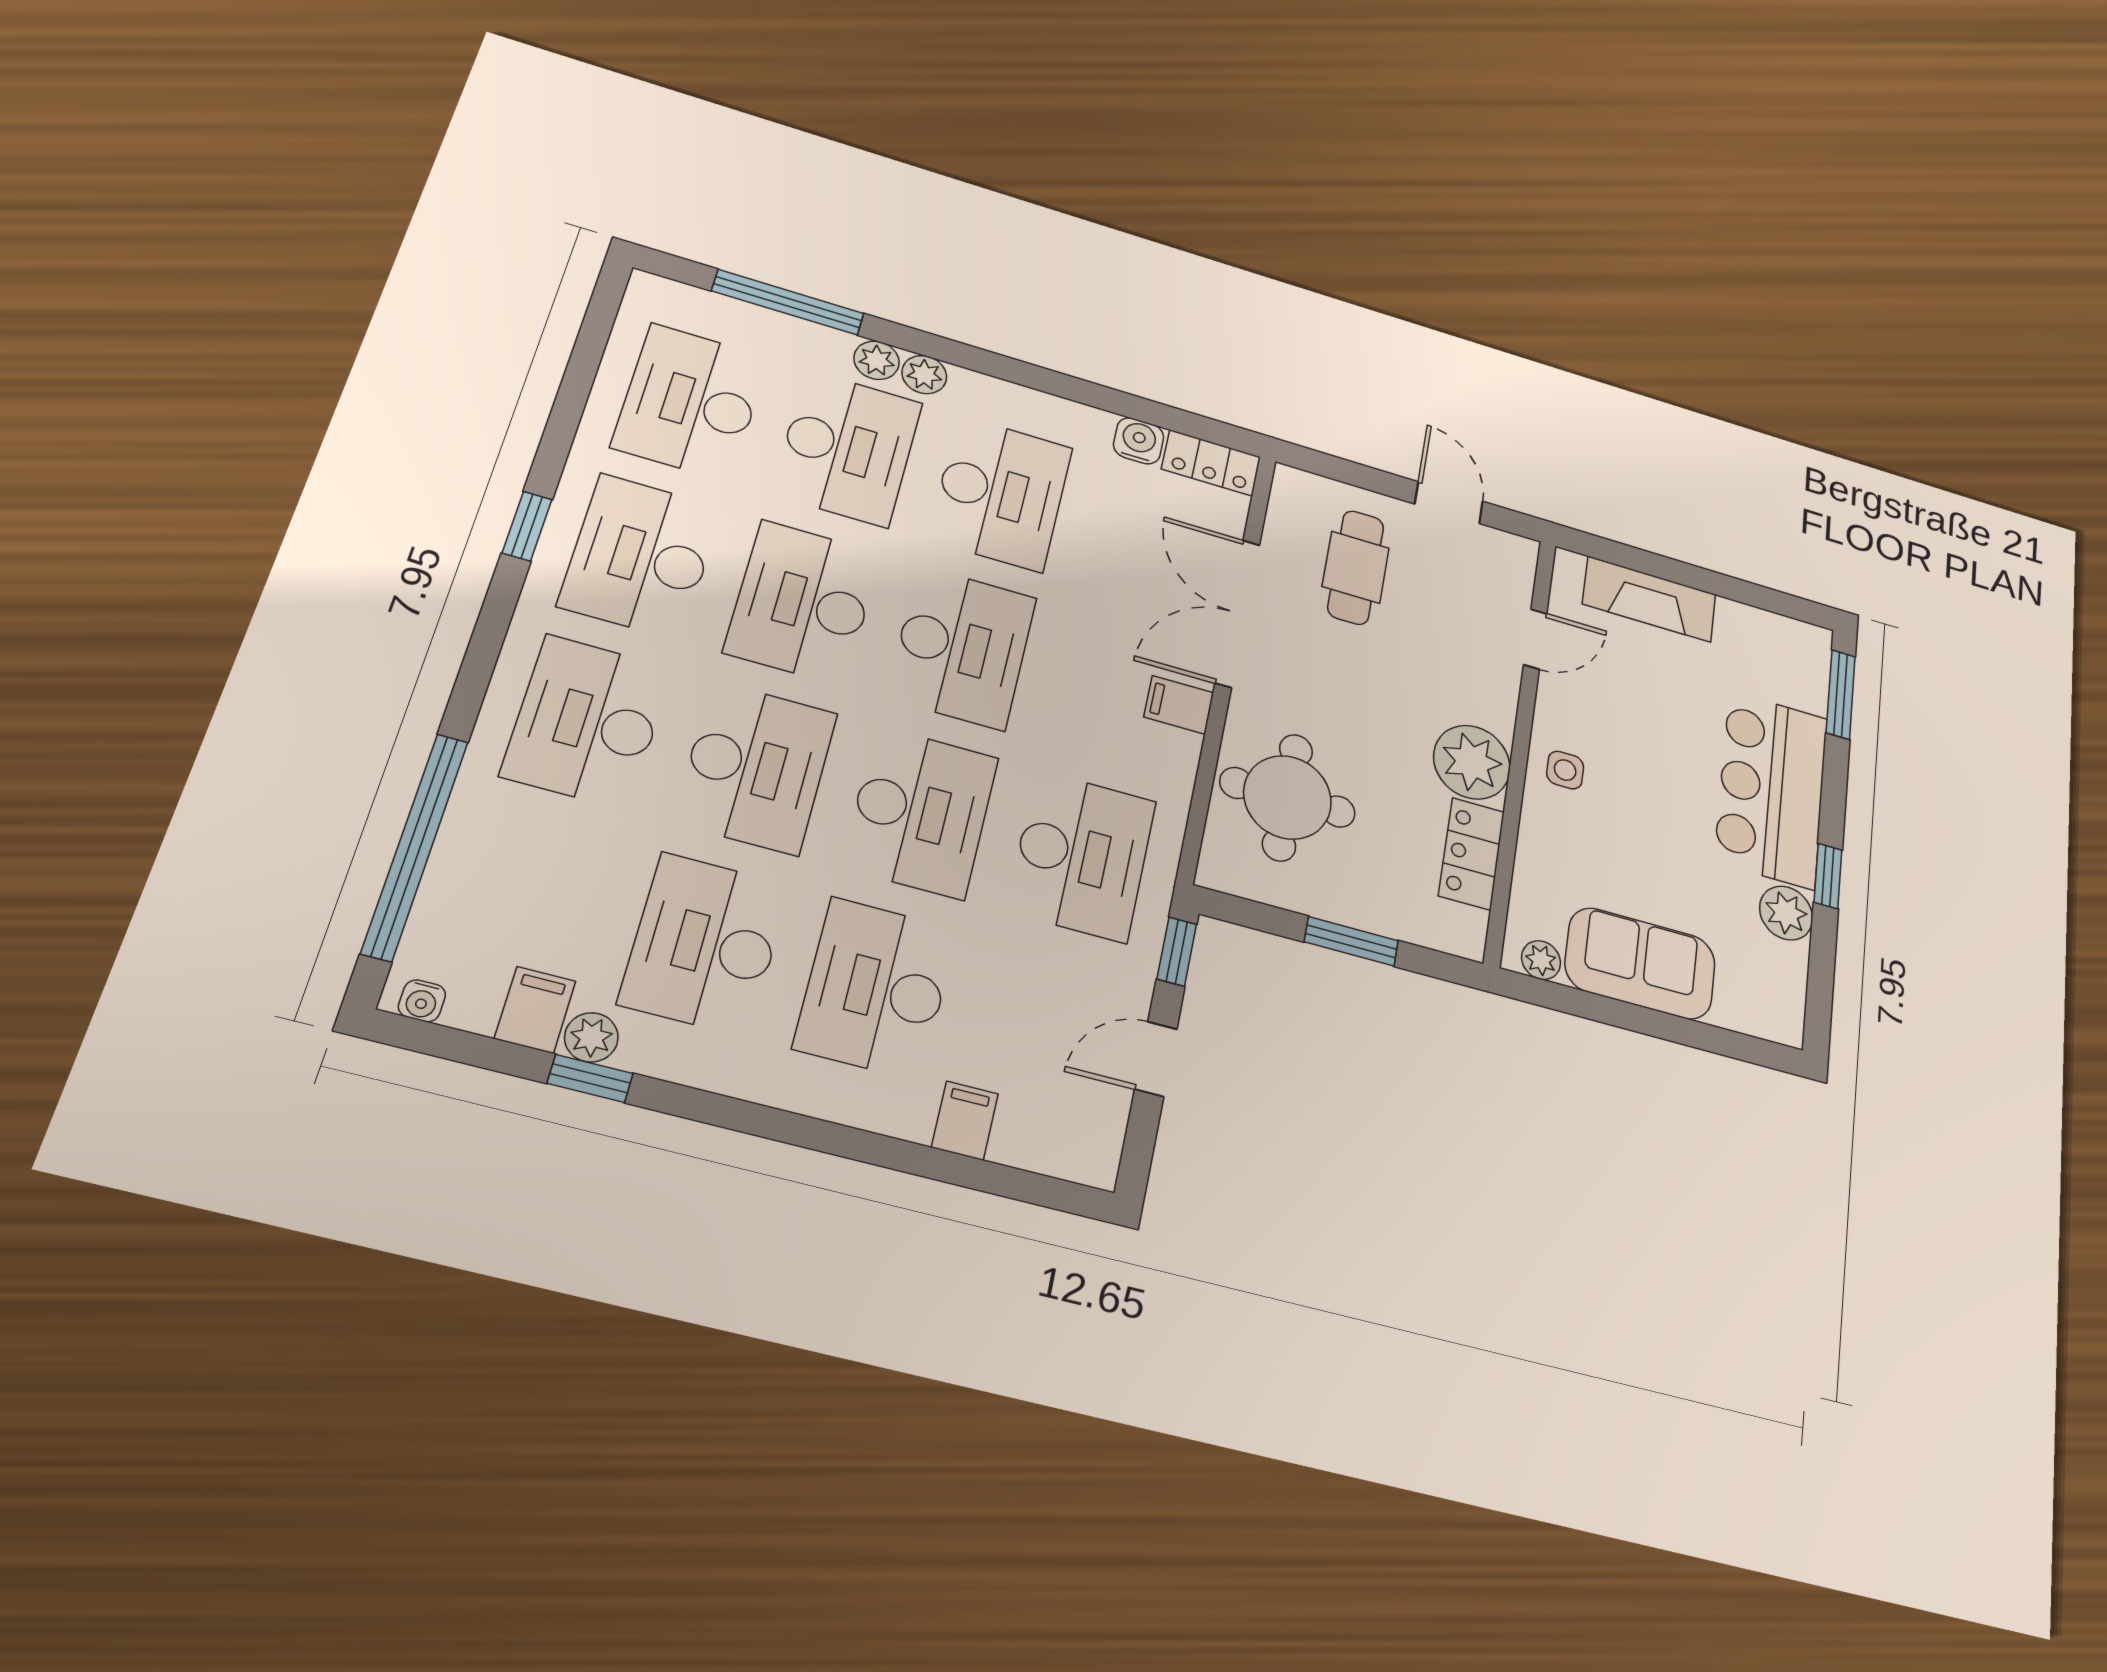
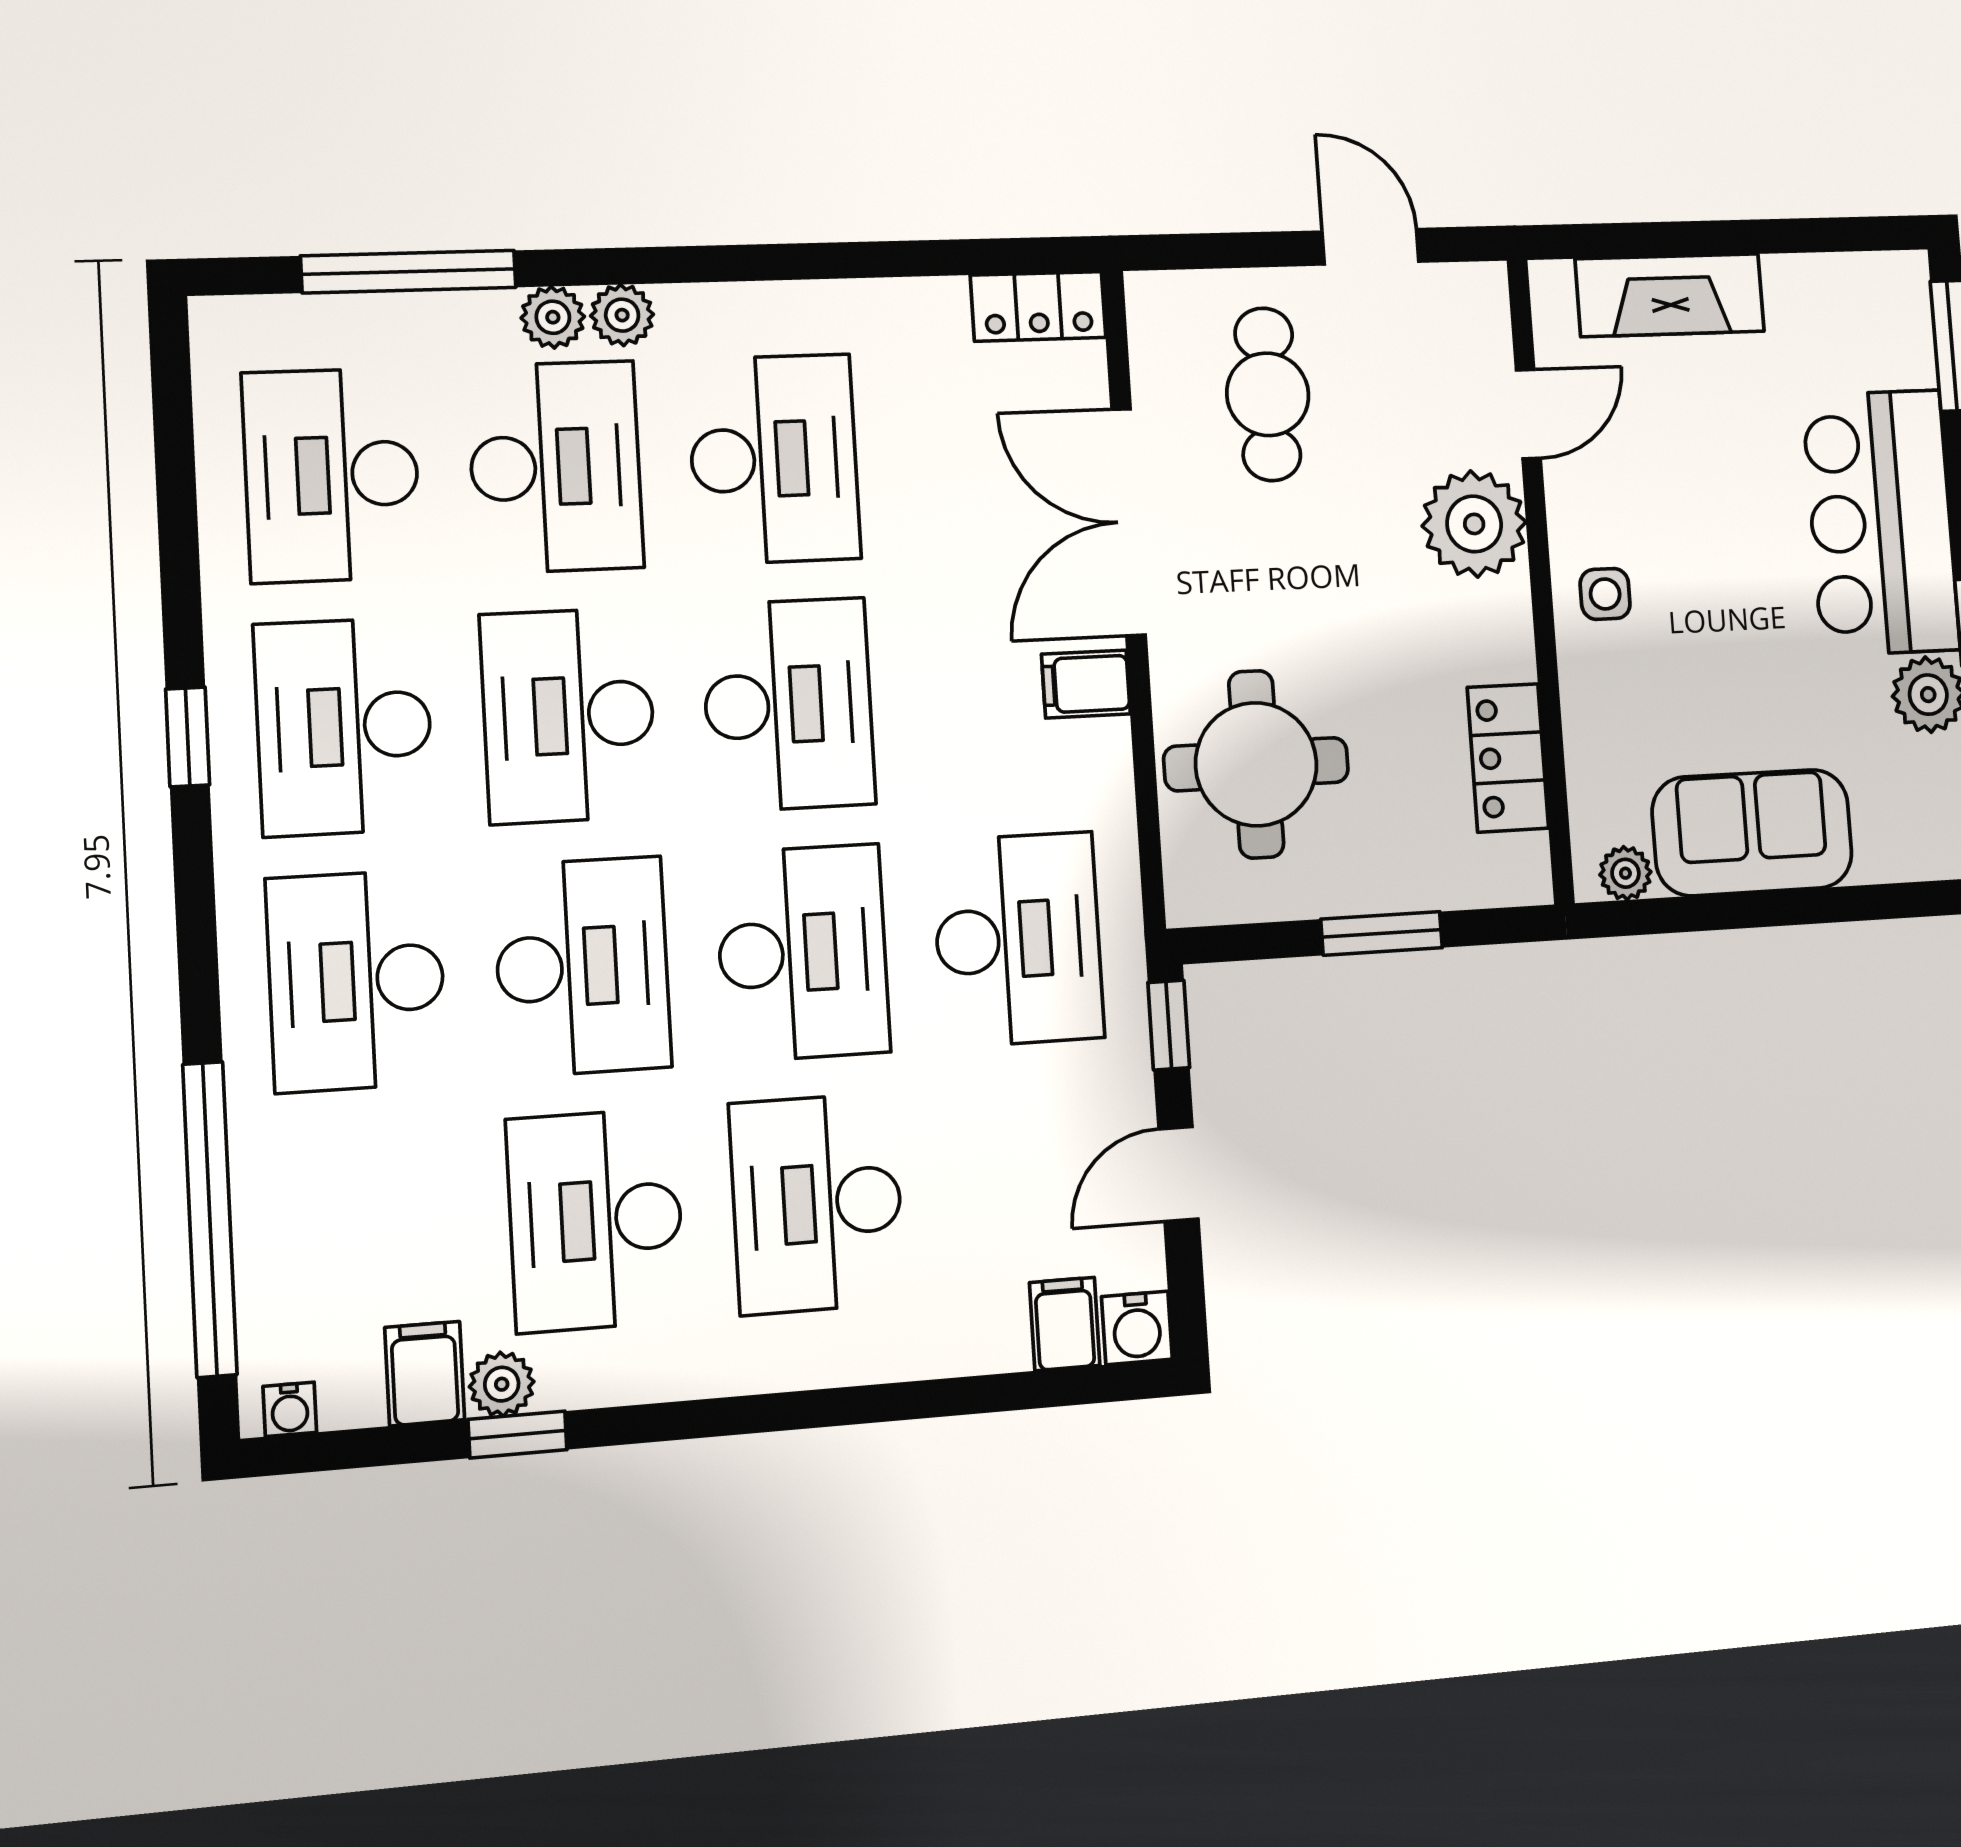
water cooler: (1139, 441) -> (1137, 1328), moved, turned 180
plant: (1472, 762) -> (1474, 524), moved
filing cabinet: (965, 1121) -> (1065, 1324), moved

